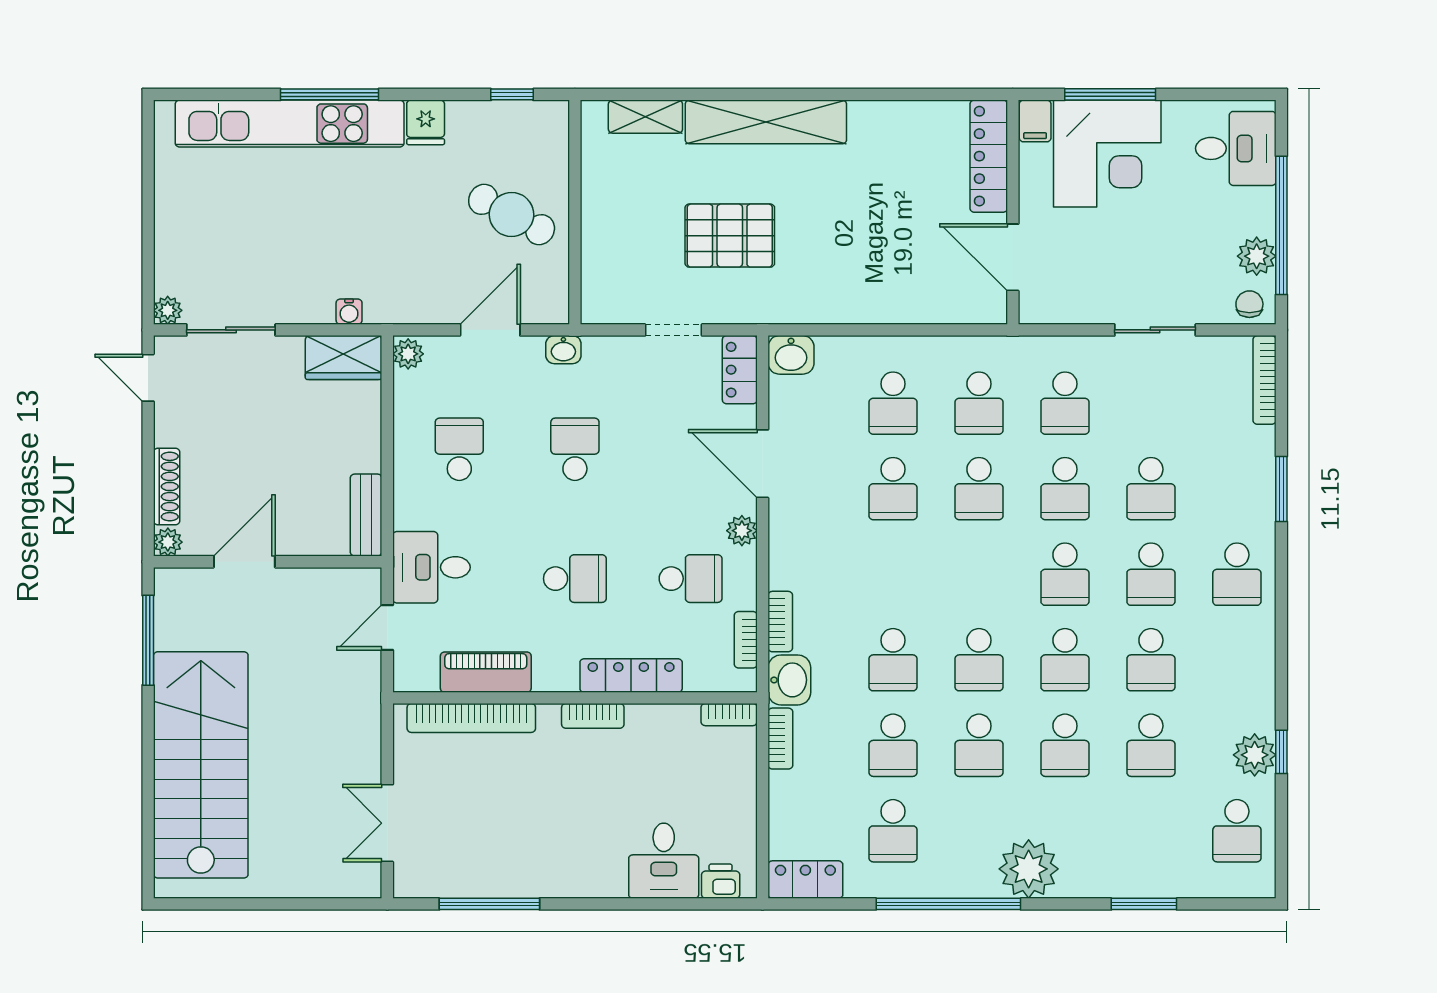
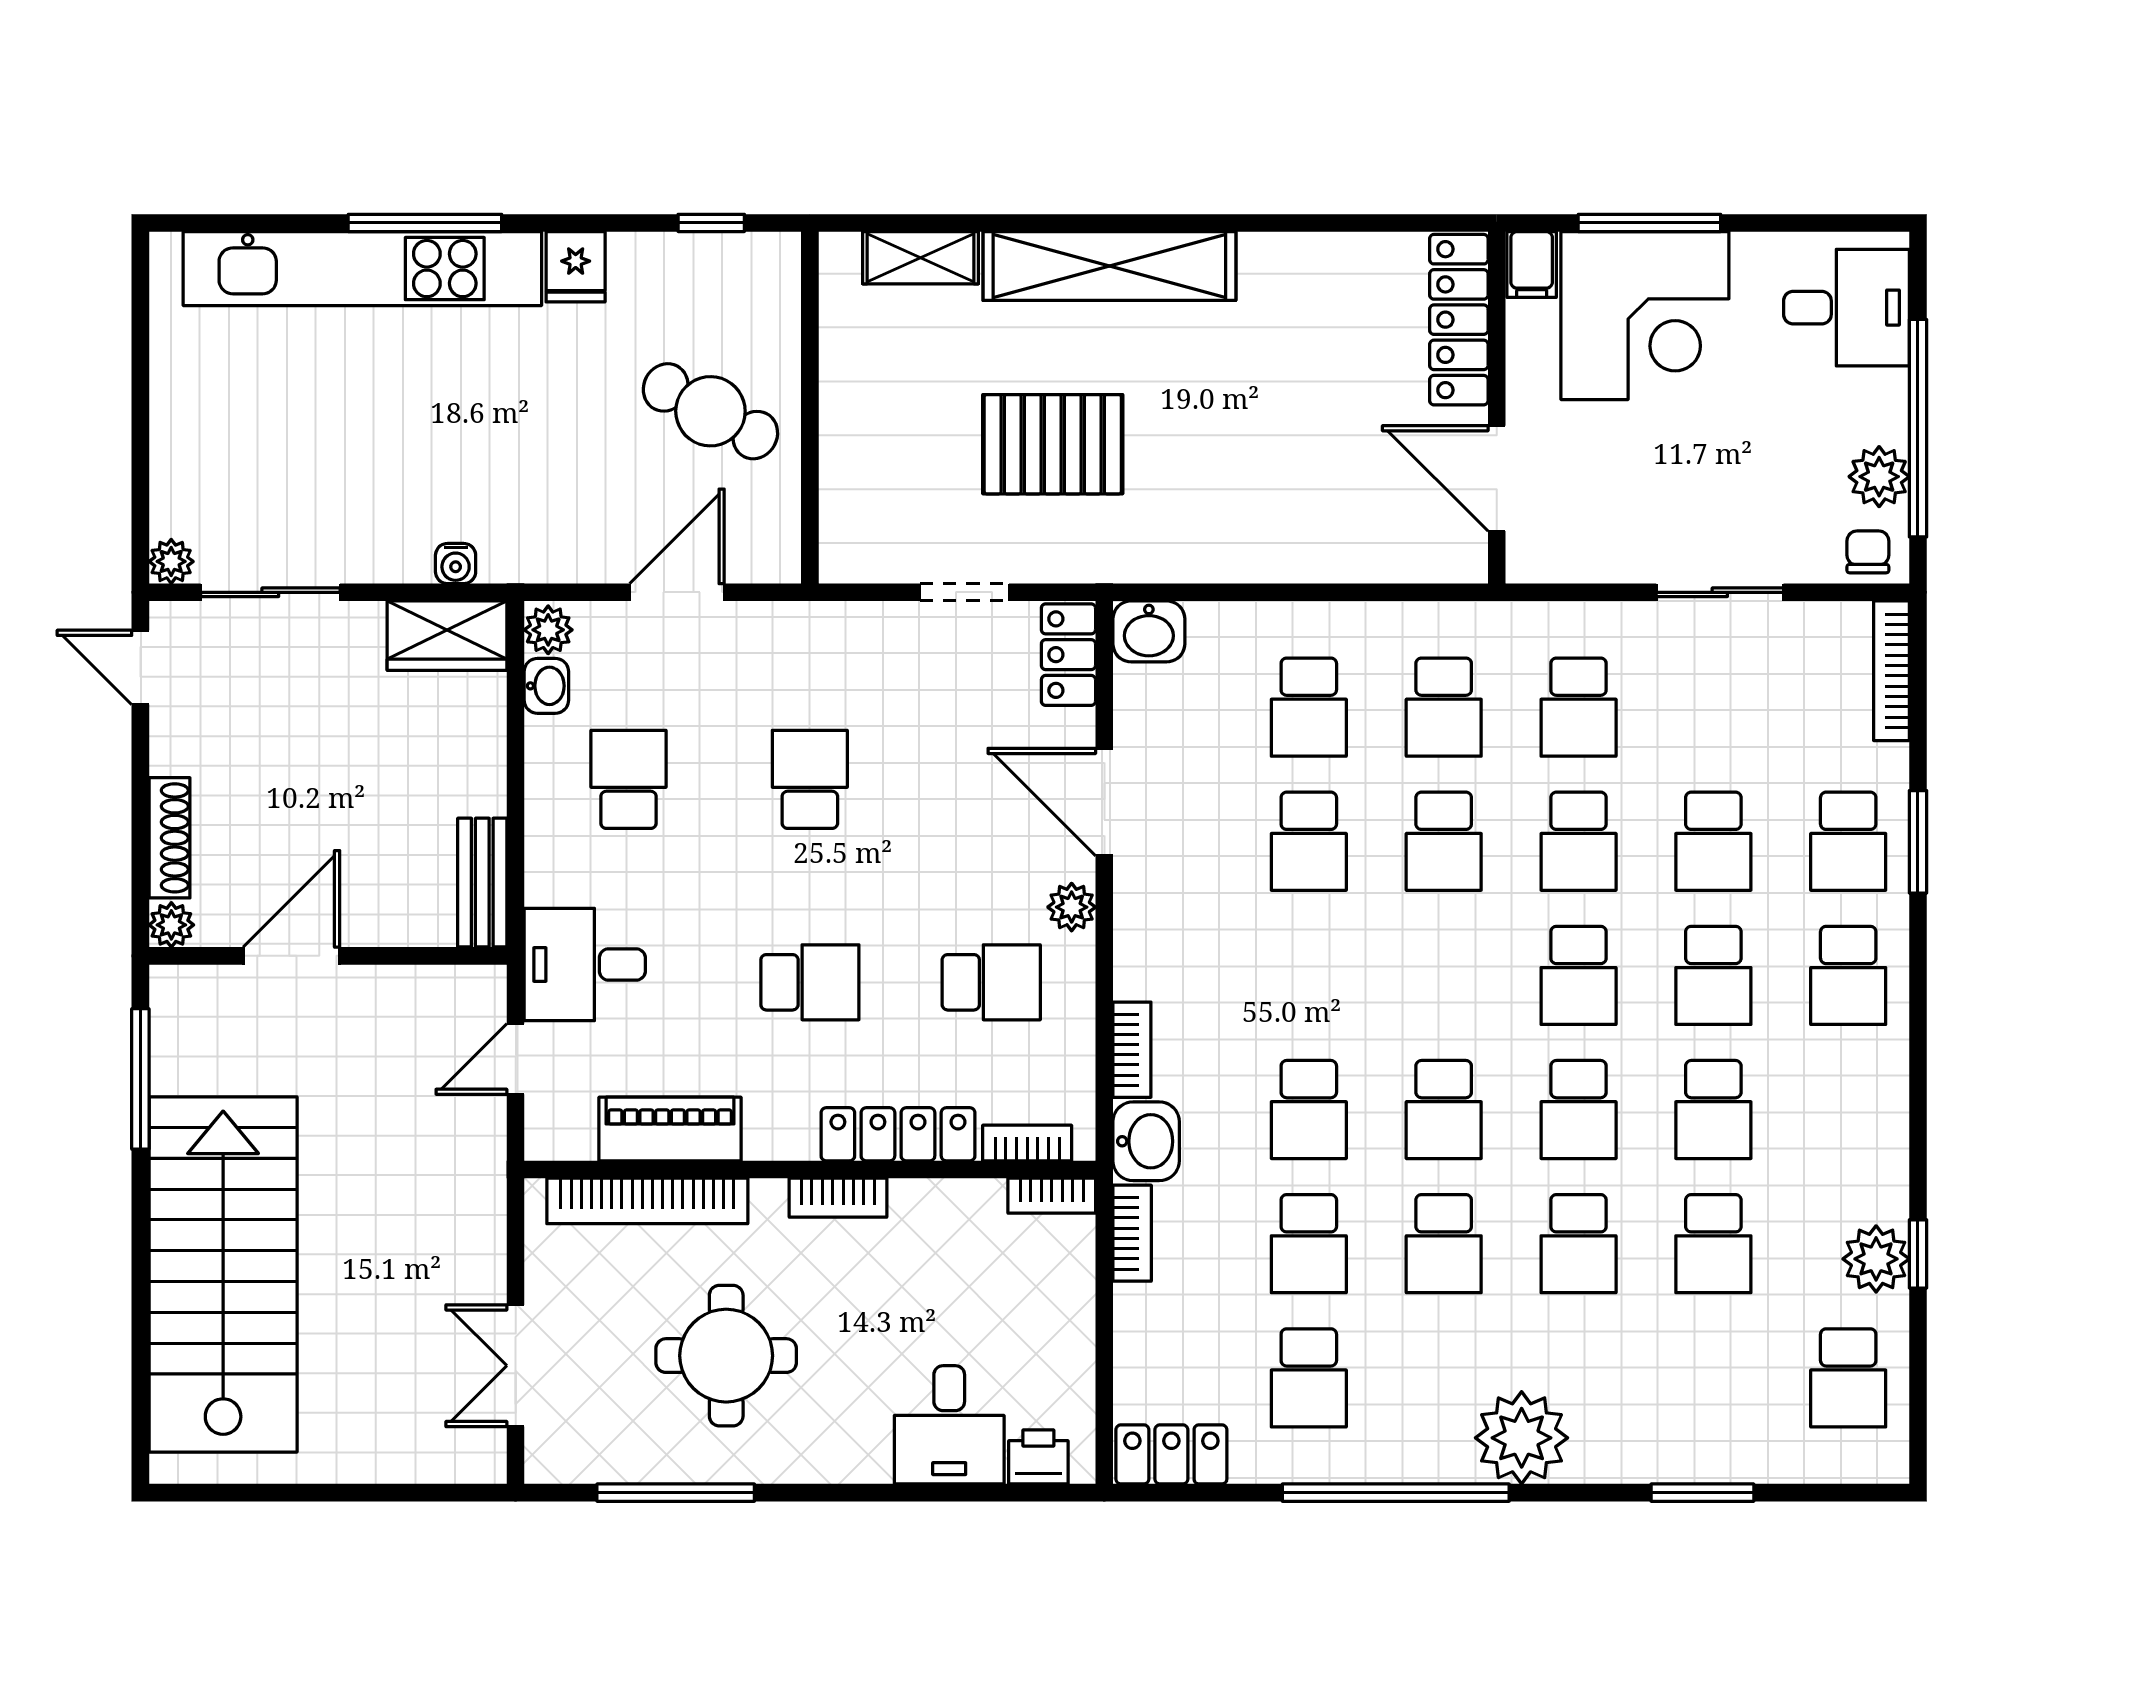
washbasin: (563, 350) -> (546, 686), moved, turned -90
school desk: (1237, 489) -> (1848, 841), added
bookcase: (746, 640) -> (1027, 1143), moved, turned 90
round table: (522, 817) -> (726, 1356), added

